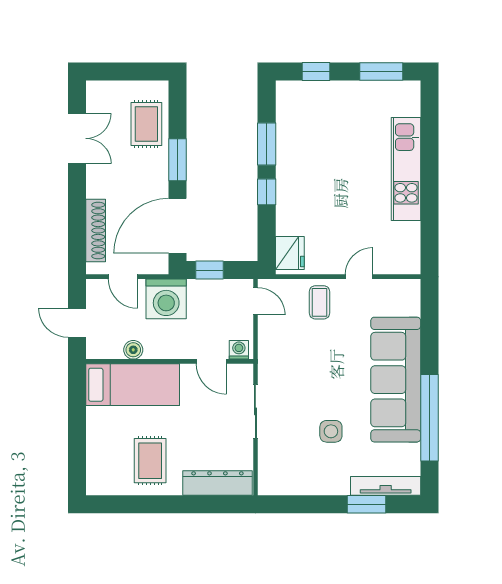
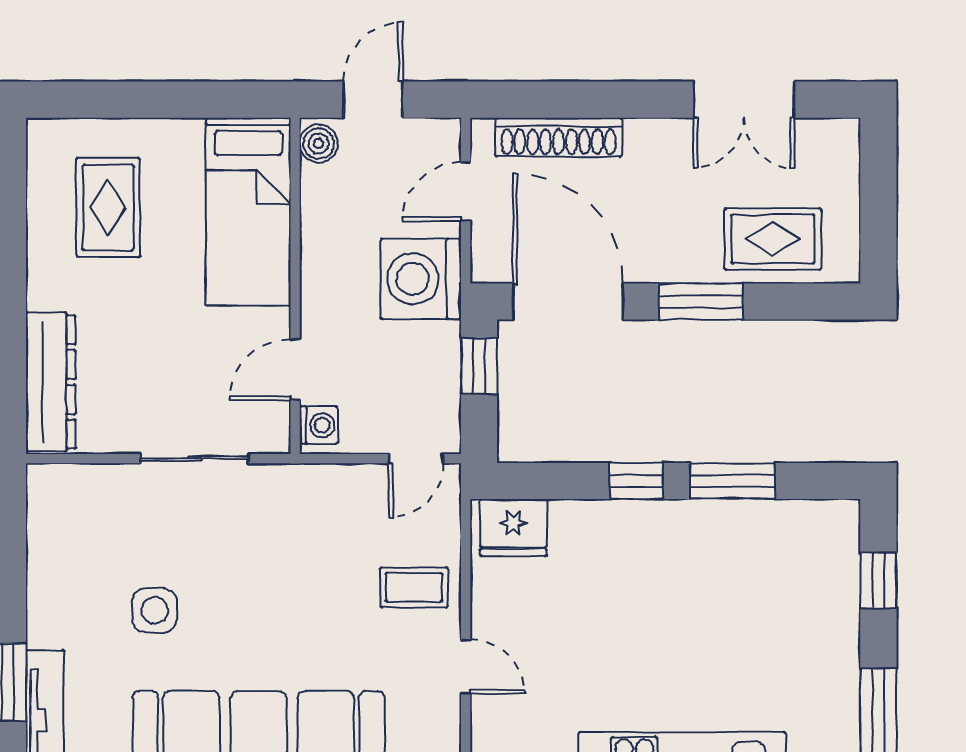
boiler: (133, 350) -> (319, 144), moved
rug: (150, 461) -> (108, 207), moved, turned 90

